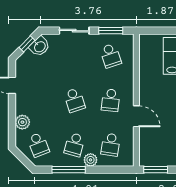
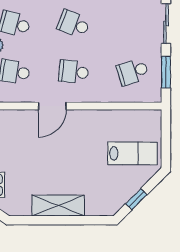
school desk: (74, 100) -> (74, 24), turned 39

